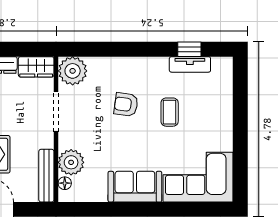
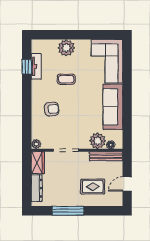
plant: (73, 71) -> (36, 144), width x0.53, depth x0.53
armchair: (126, 105) -> (52, 109), moved, turned -104
plant: (220, 112) -> (66, 48), added
sofa: (135, 187) -> (113, 107), width x1.36

